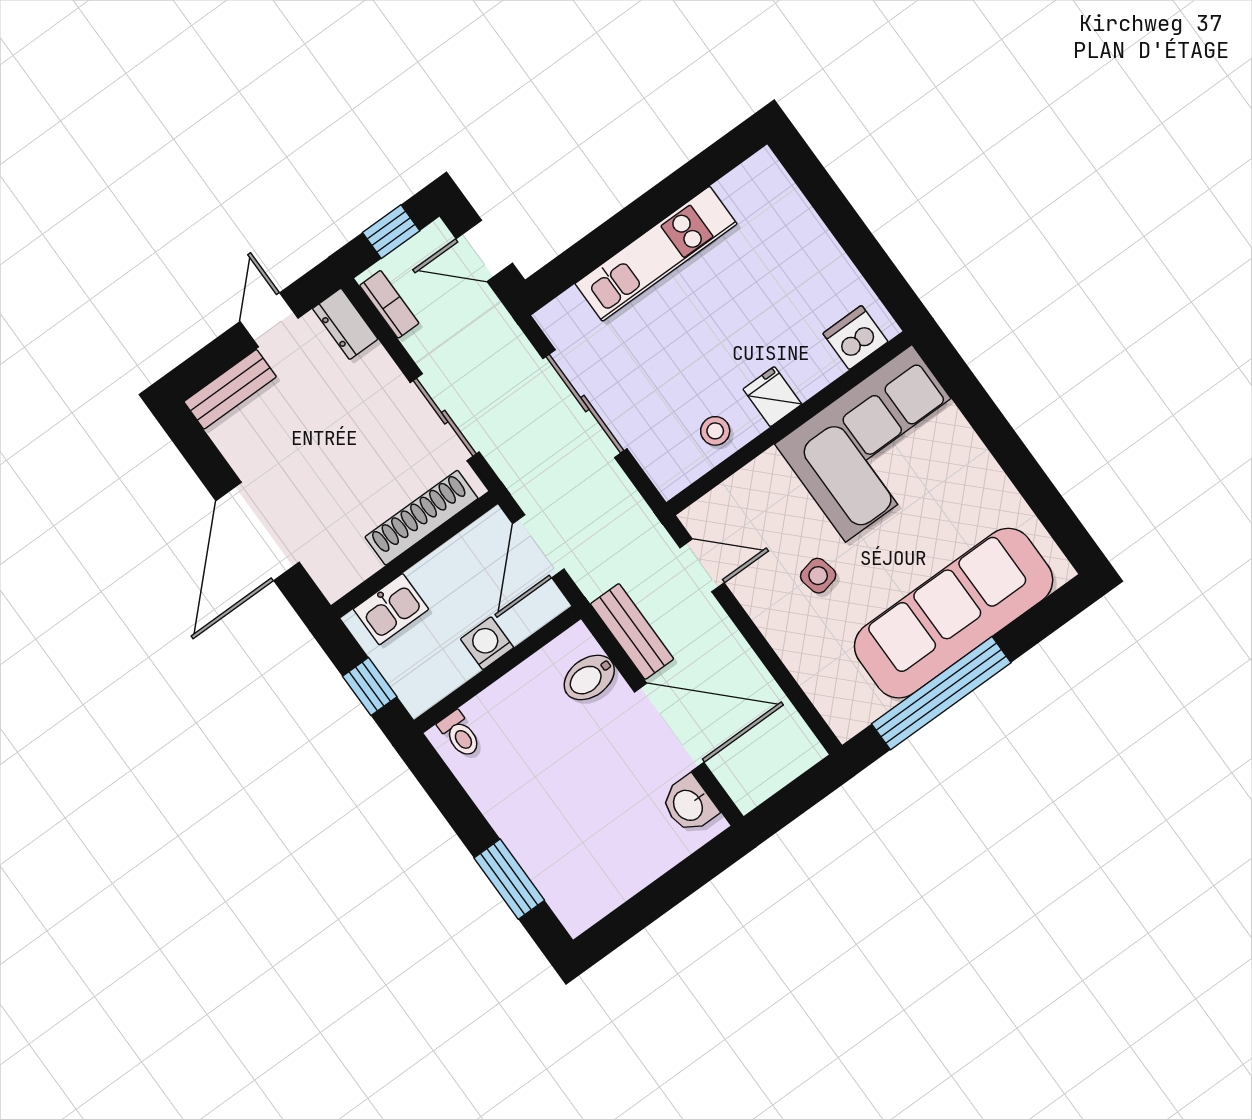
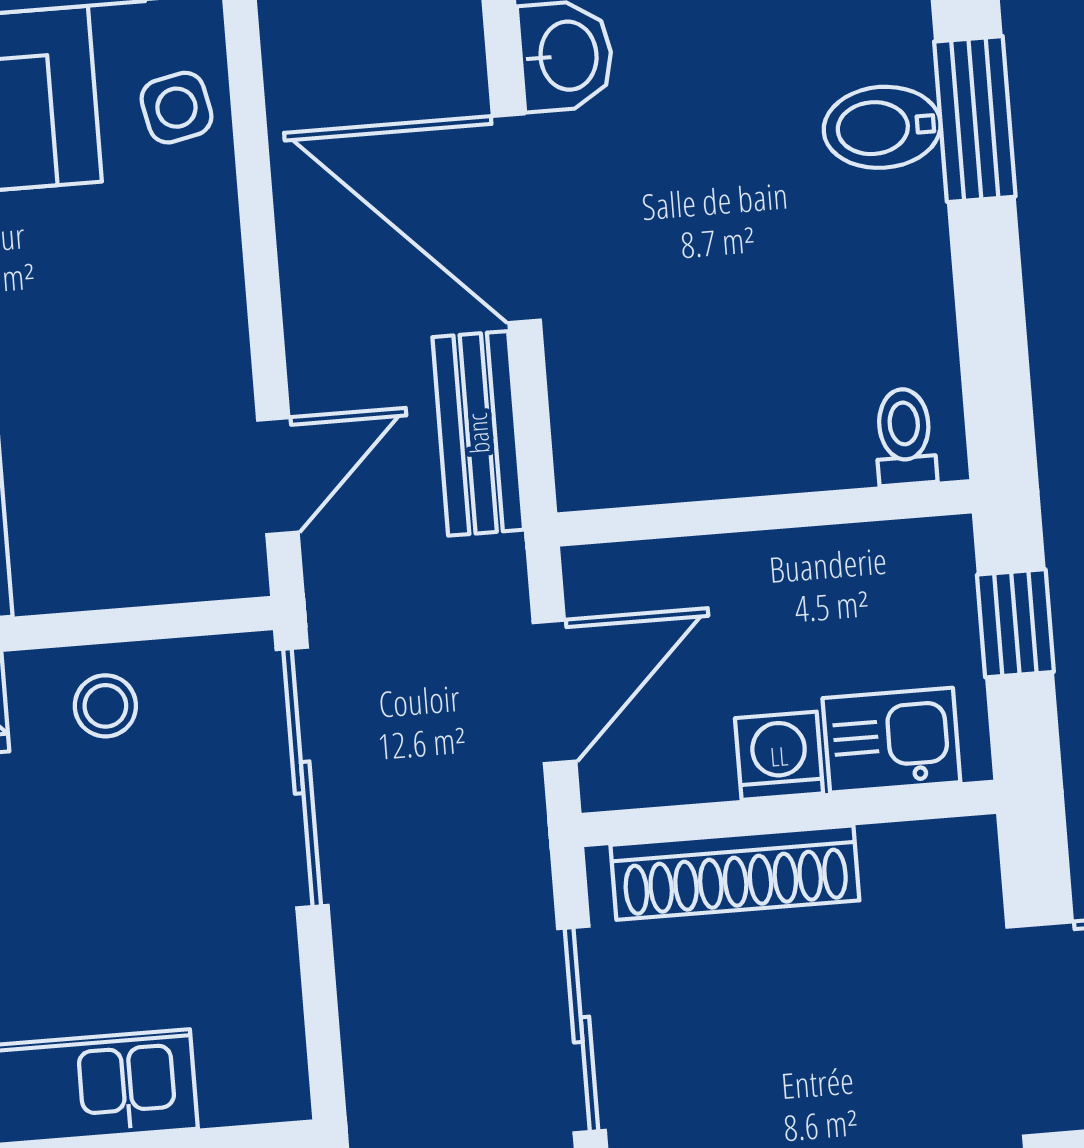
sliding door: (585, 404) -> (302, 778), moved
door: (702, 565) -> (278, 476), swing flipped
side table: (818, 576) -> (176, 108), moved
washing machine: (487, 643) -> (779, 756), moved, turned 180
bidet: (589, 678) -> (882, 127), moved, turned 180

